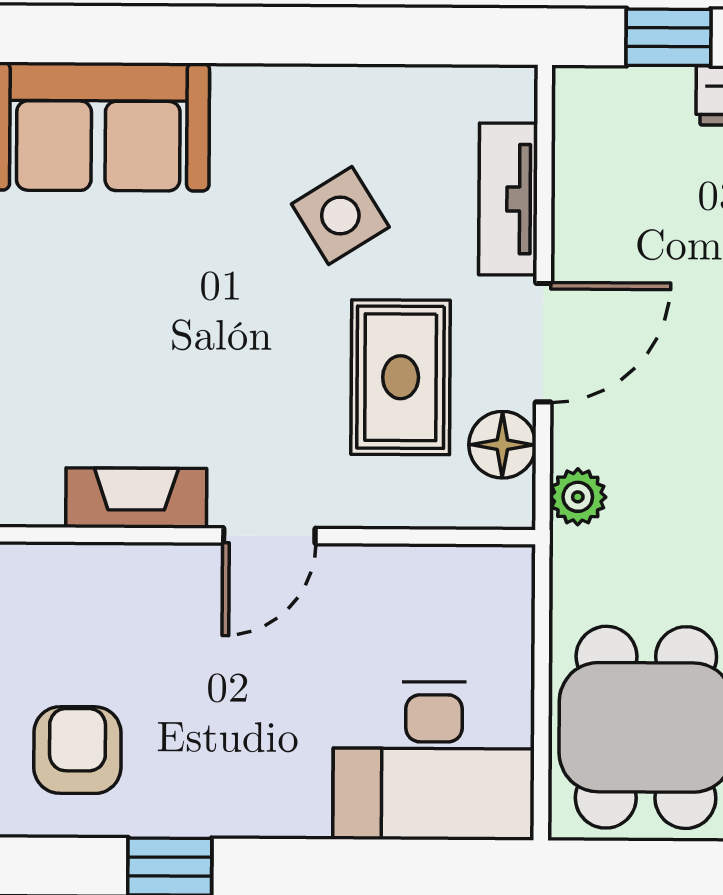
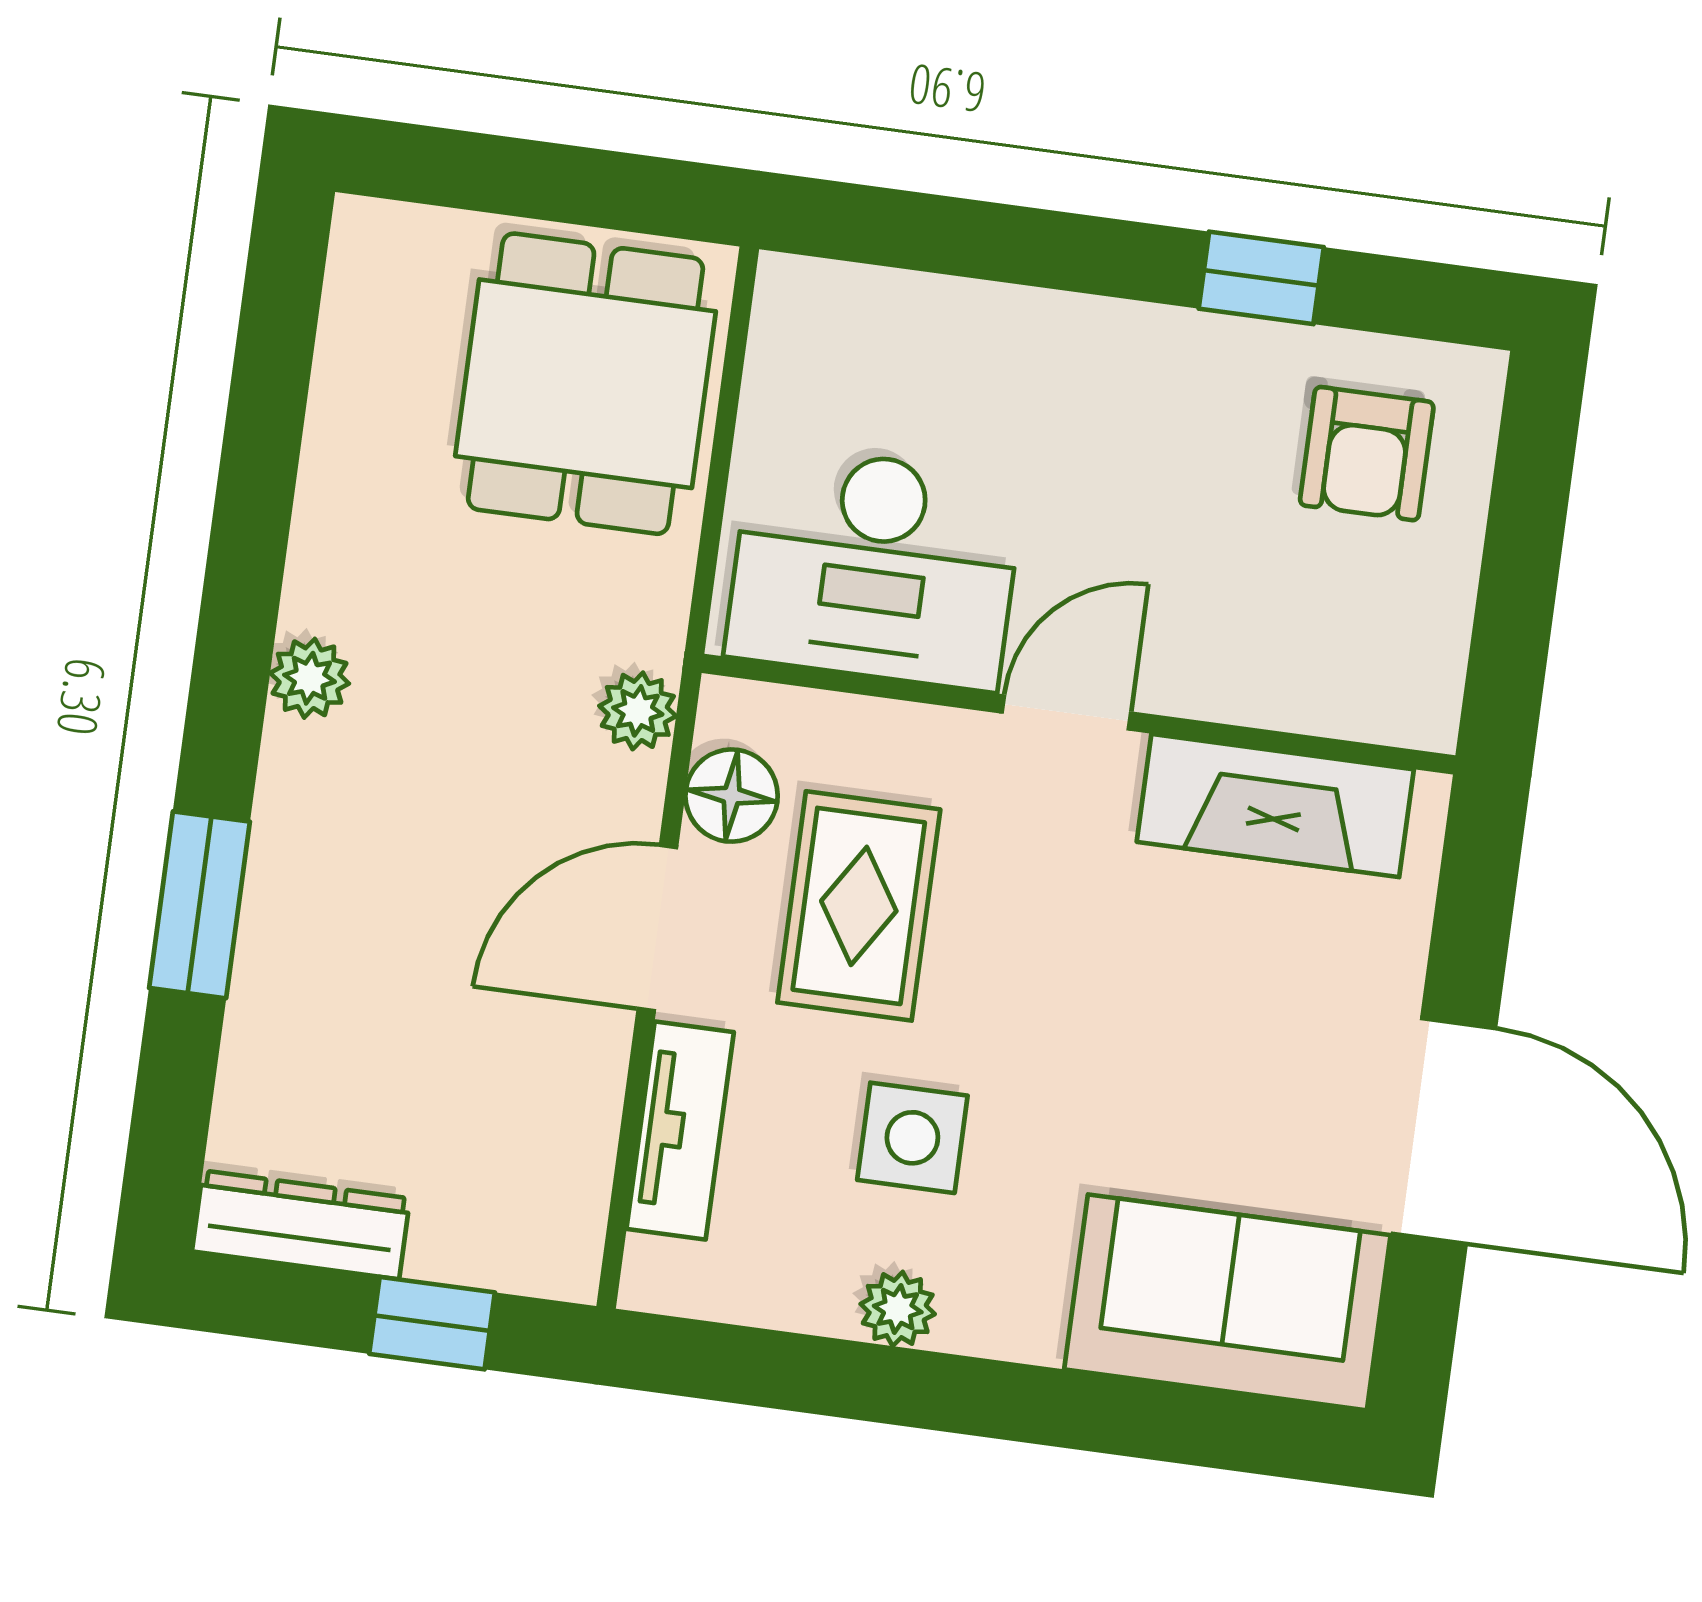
plant: (335, 91) -> (898, 1309), added
side table: (340, 215) -> (912, 1138), turned 32
fireplace: (136, 498) -> (1275, 806), width x1.37, depth x1.32
desk: (434, 761) -> (875, 567), moved, turned 180

